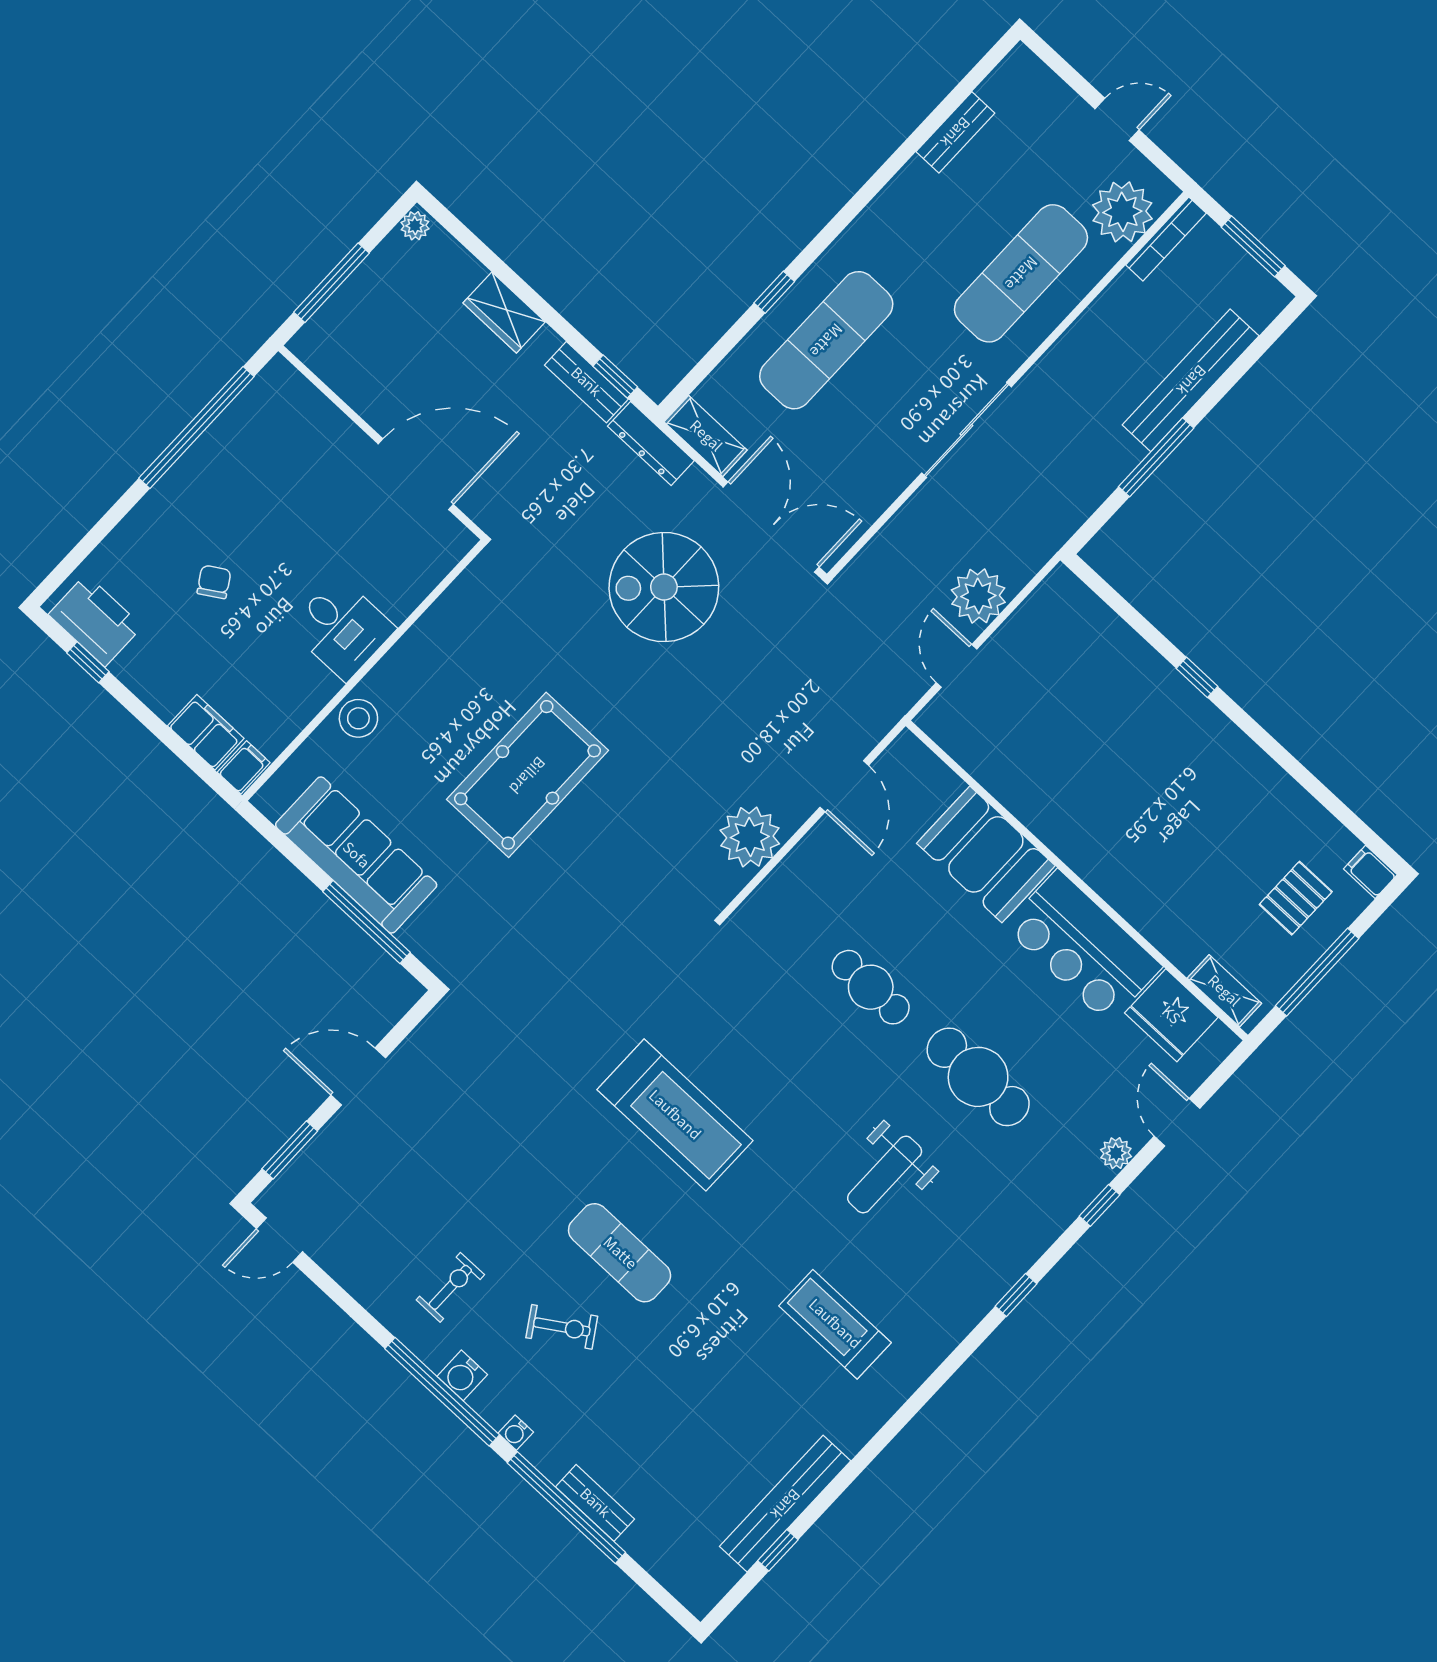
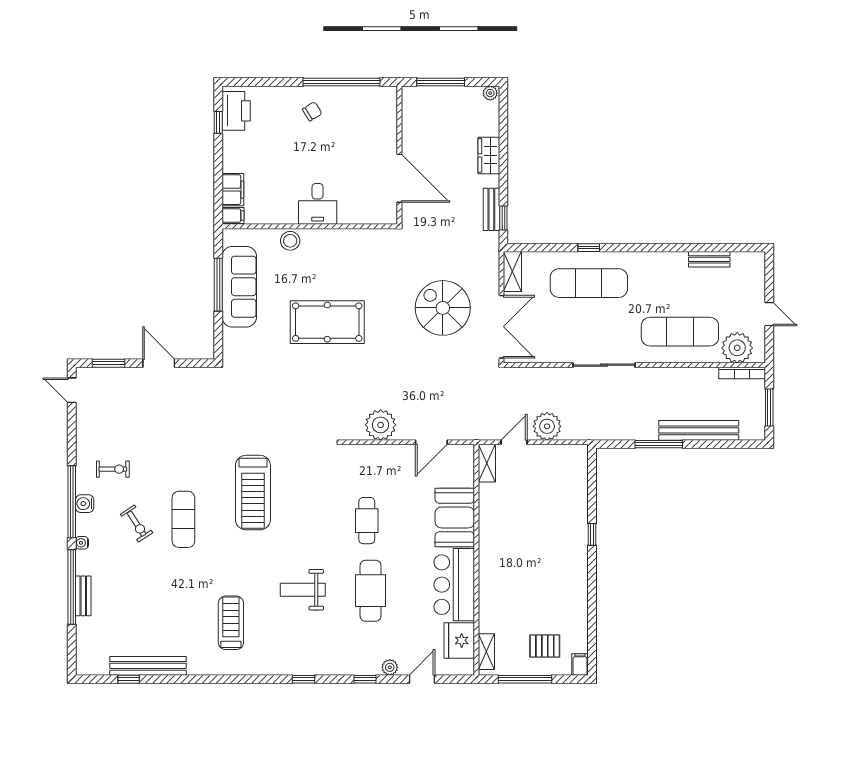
dresser: (651, 443) -> (491, 254), removed
chair: (214, 582) -> (312, 111), moved
shelving: (950, 734) -> (487, 463), added
window: (367, 922) -> (218, 285), moved

